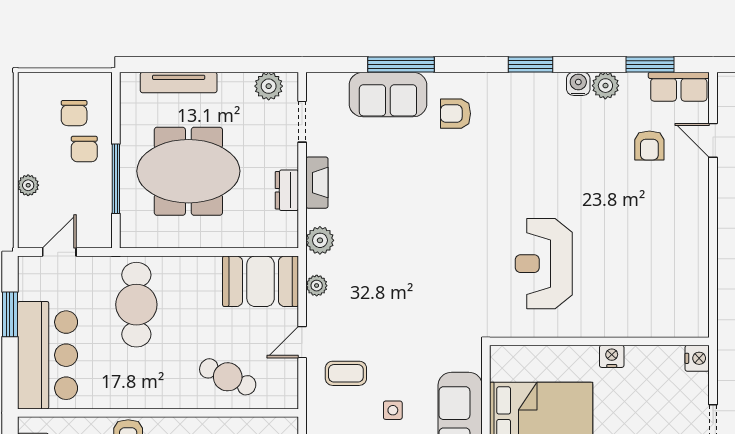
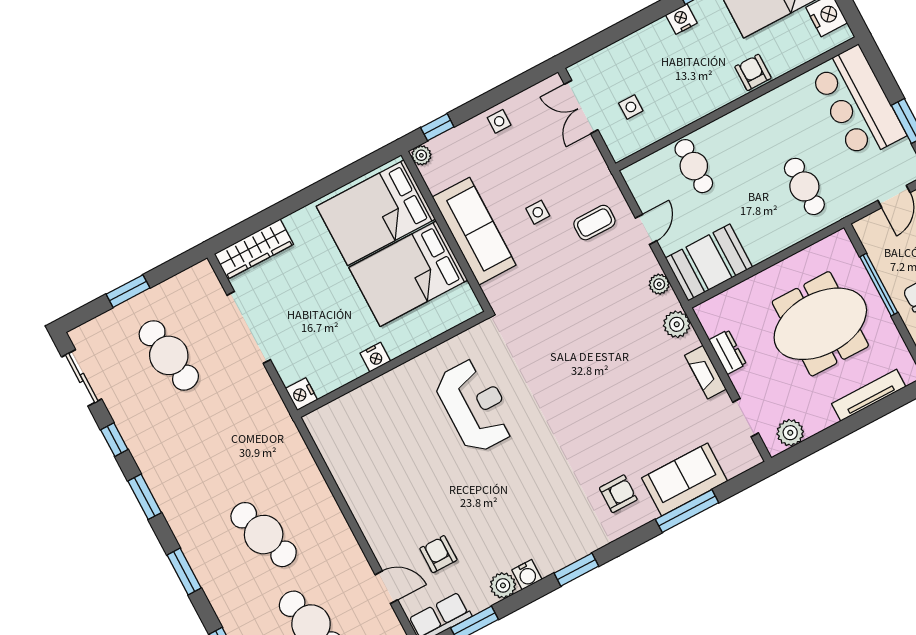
cafe table: (136, 305) -> (804, 186), width x0.73, depth x0.74
cafe table: (228, 377) -> (694, 166), turned 66

